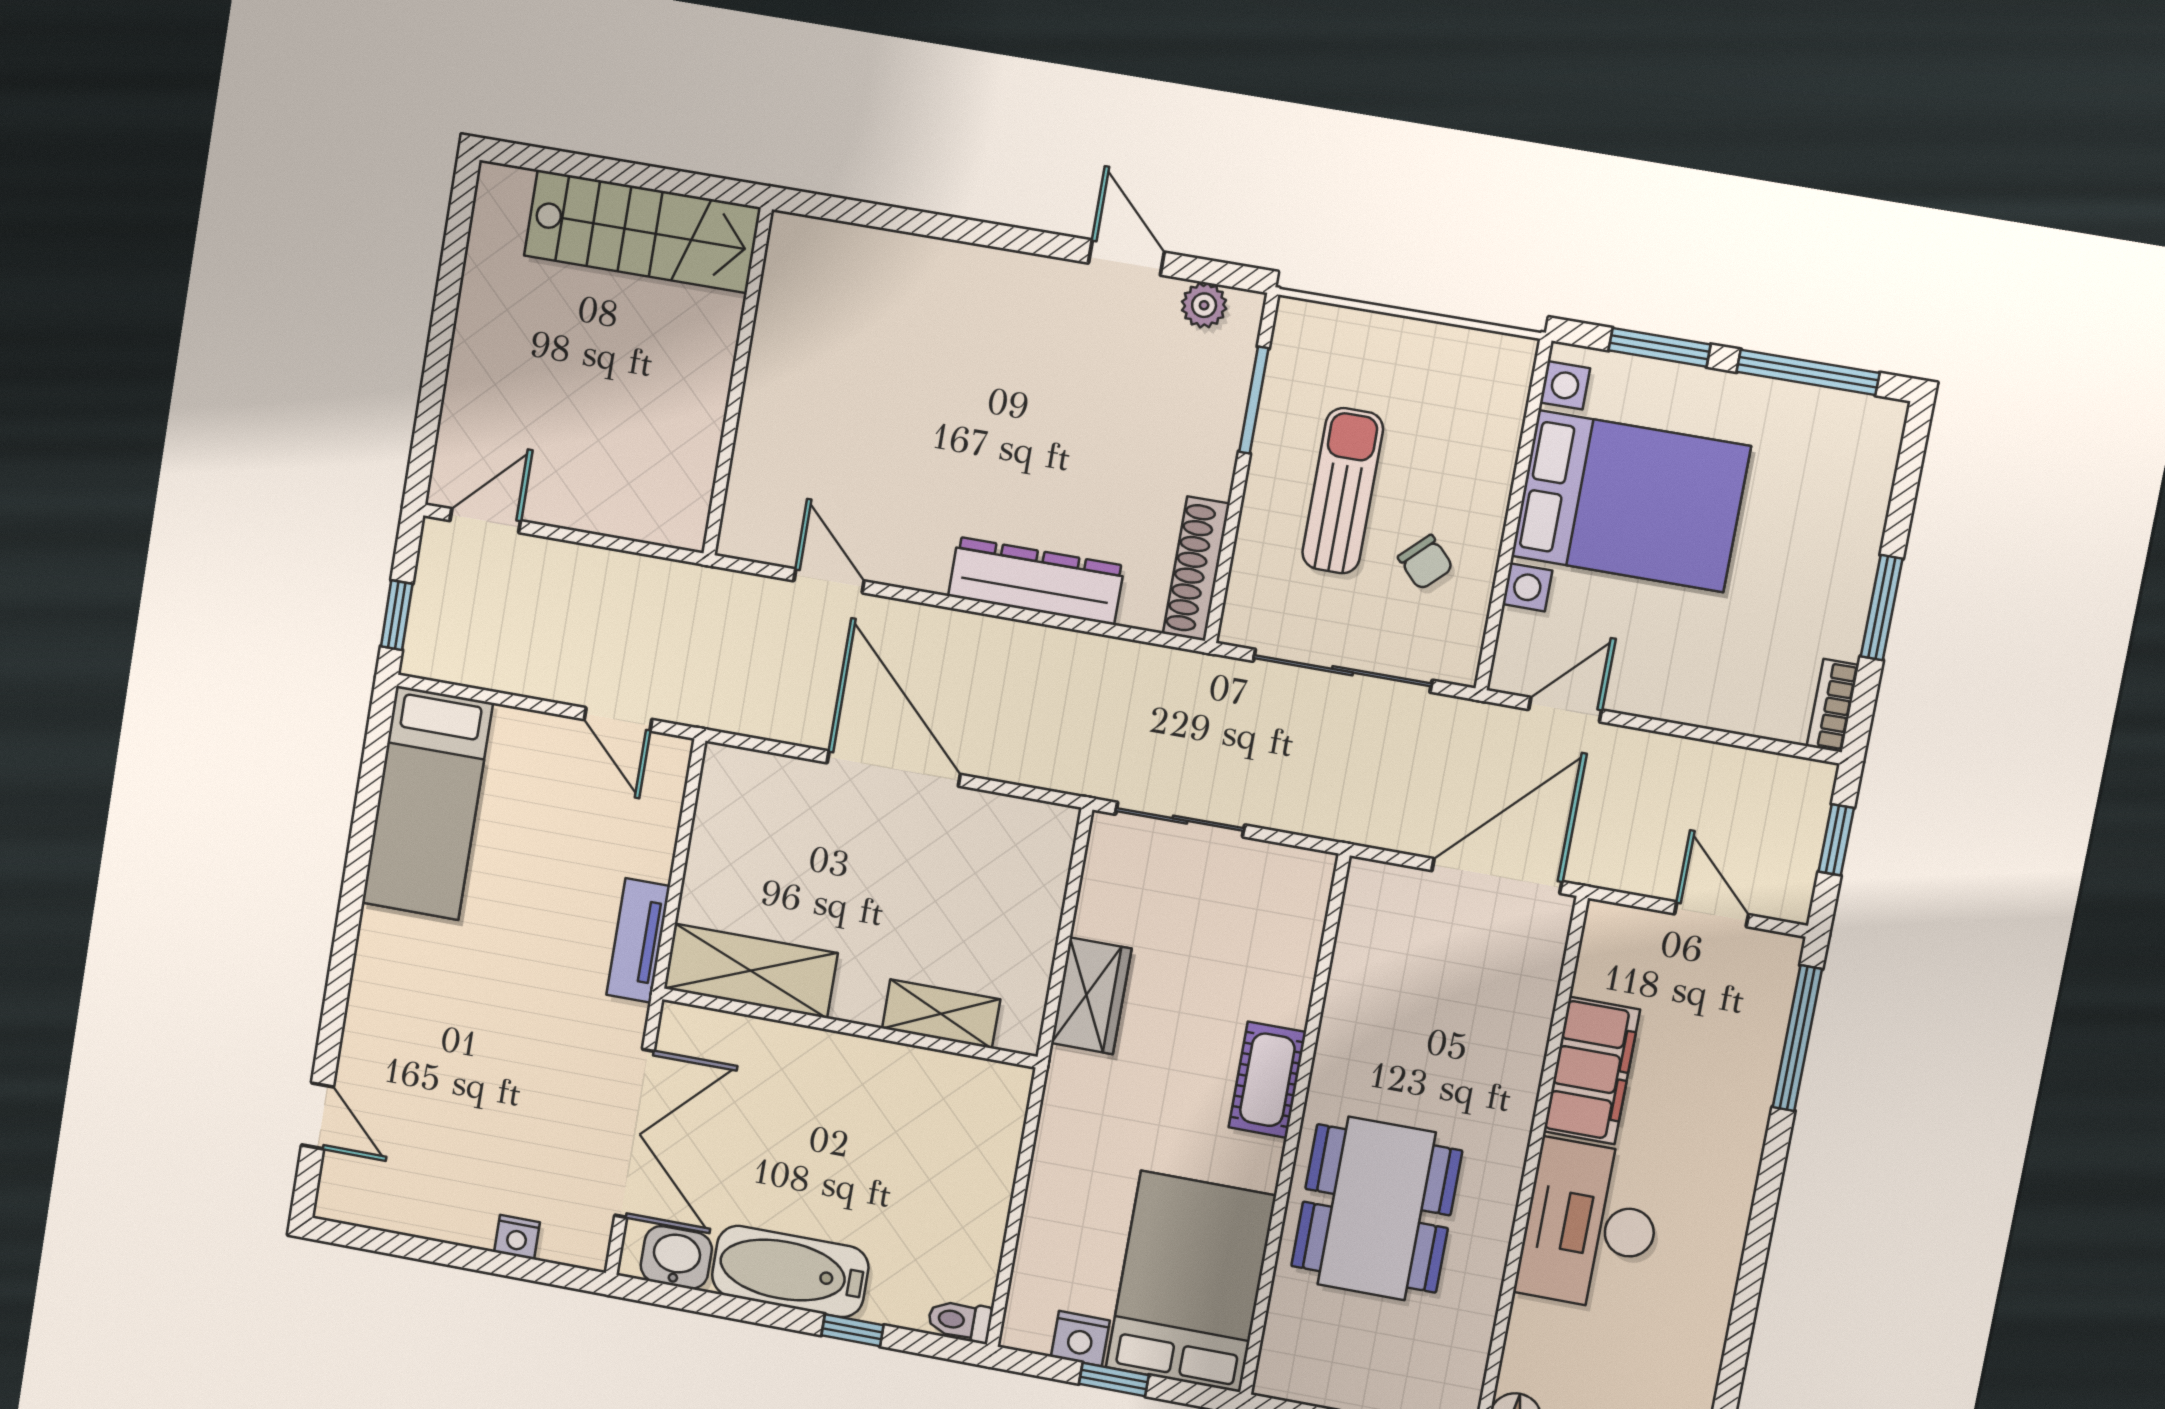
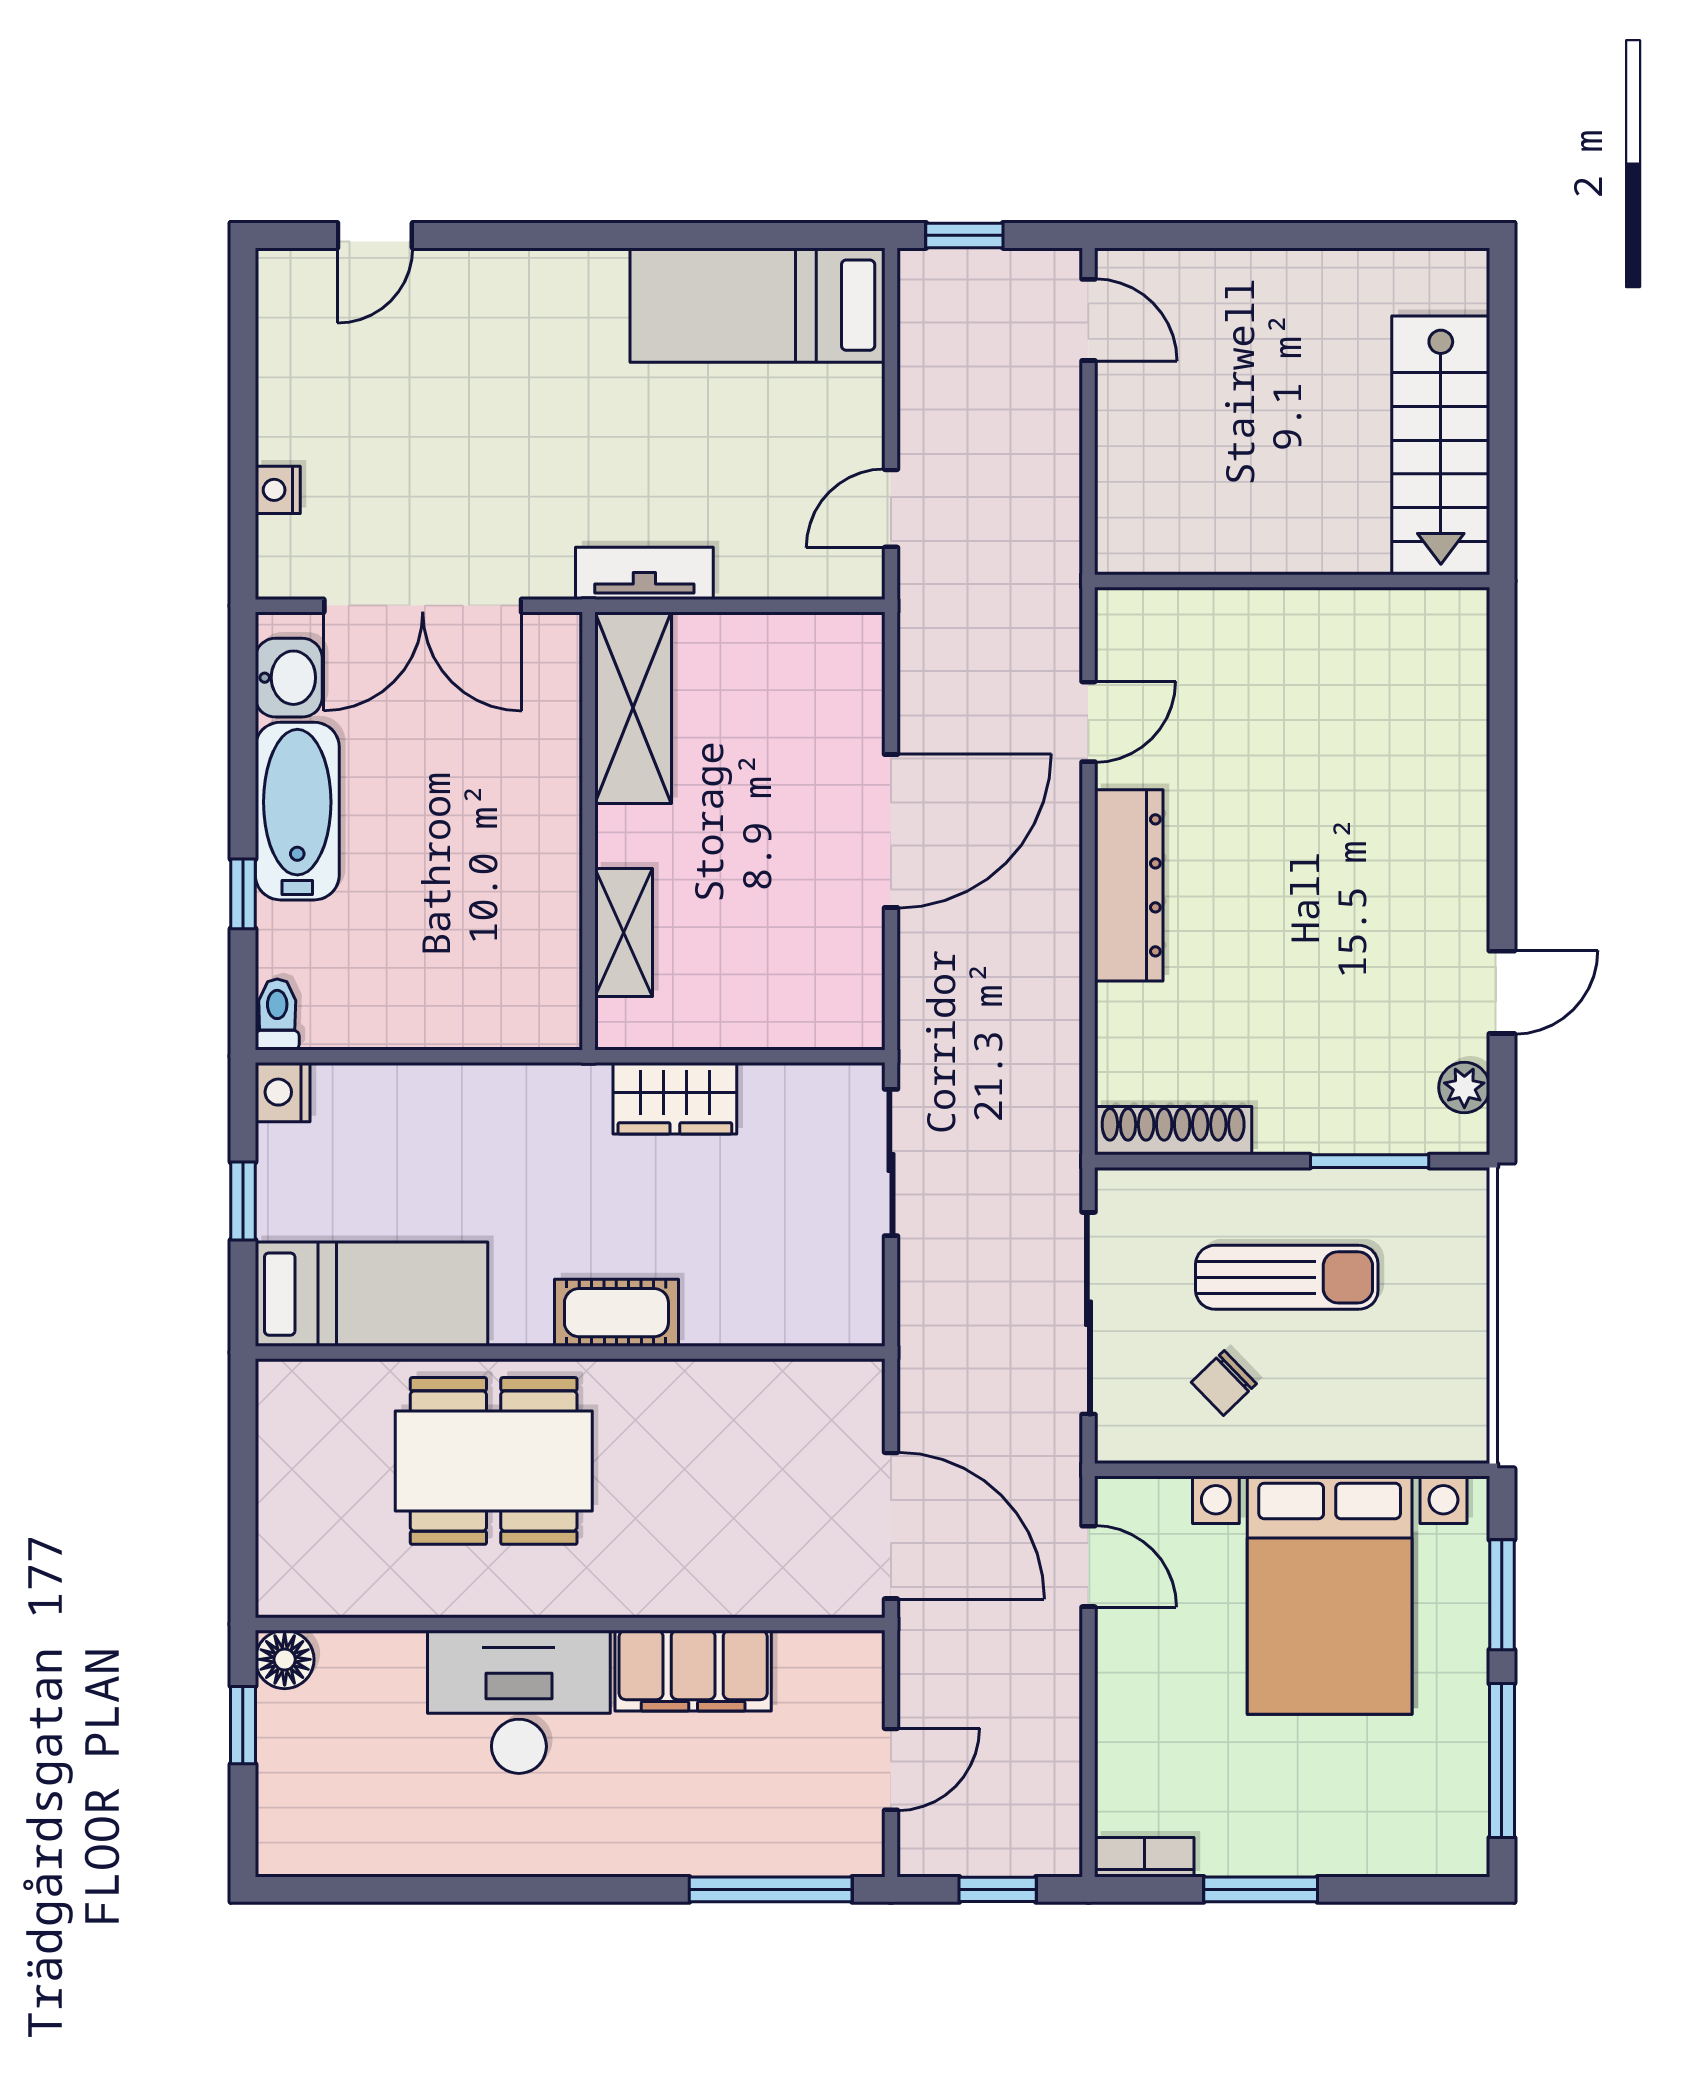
dresser: (1036, 581) -> (1129, 885), moved
bed: (1191, 1282) -> (371, 1294), width x0.67
nightstand: (1080, 1339) -> (283, 1092), moved

